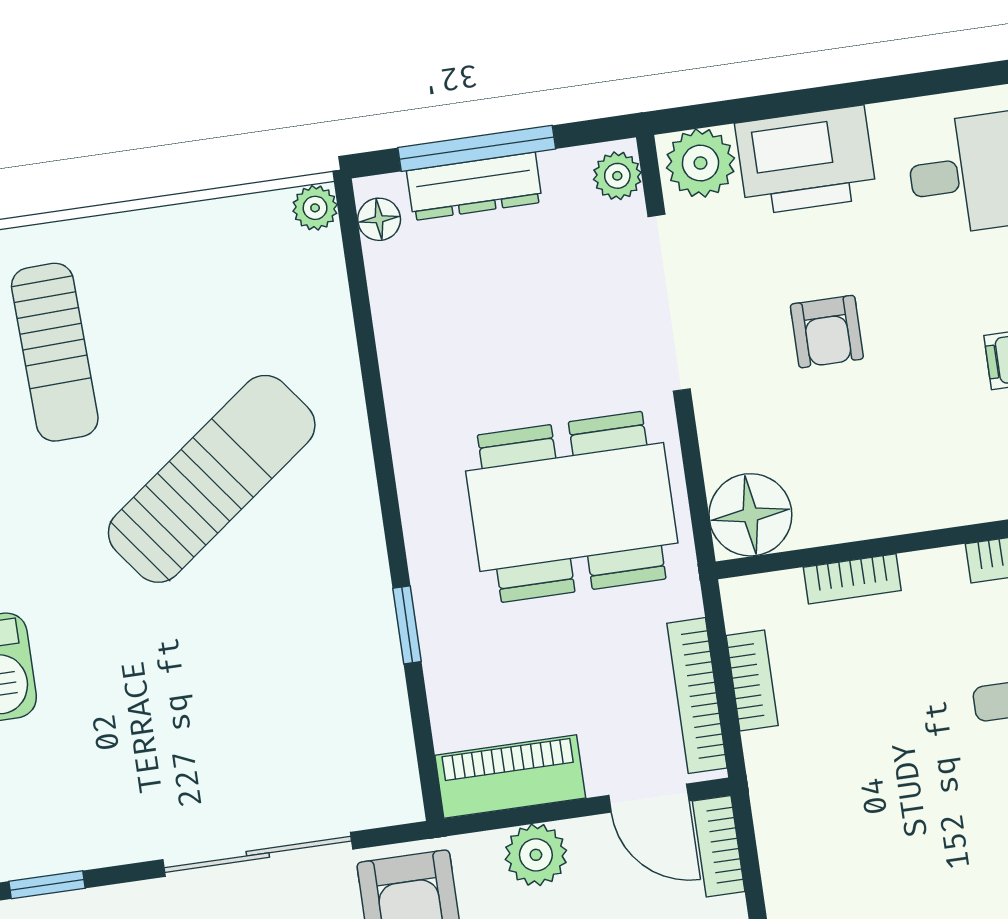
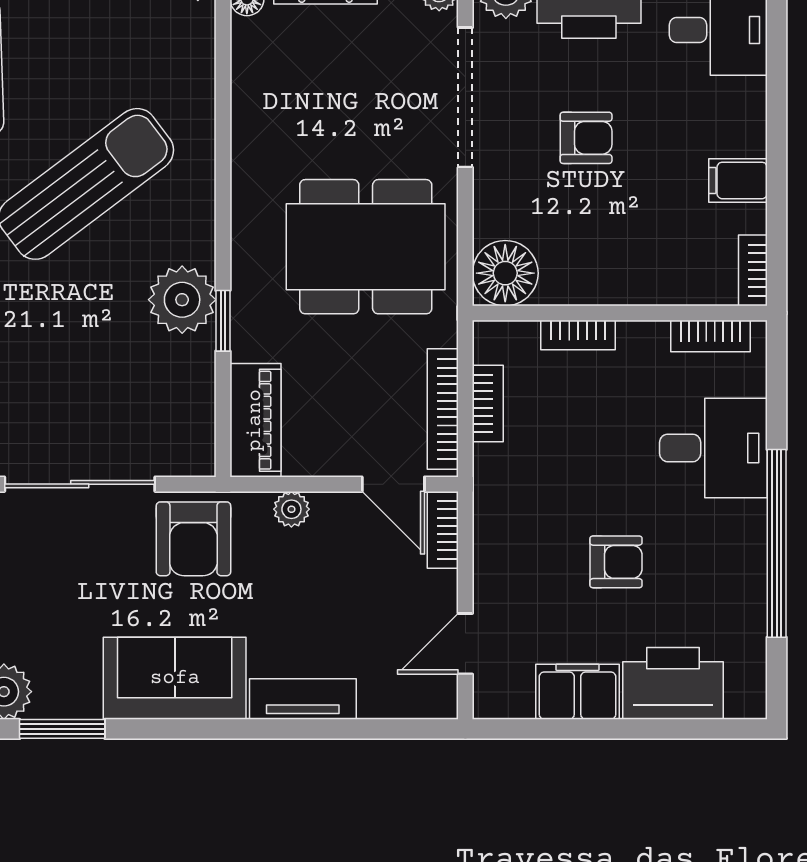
armchair: (827, 332) -> (586, 138), turned -90
plant: (352, 606) -> (182, 300), added
piano: (510, 777) -> (255, 420), moved, turned 90
plant: (536, 855) -> (291, 509), width x0.73, depth x0.73
armchair: (940, 855) -> (616, 562), added

